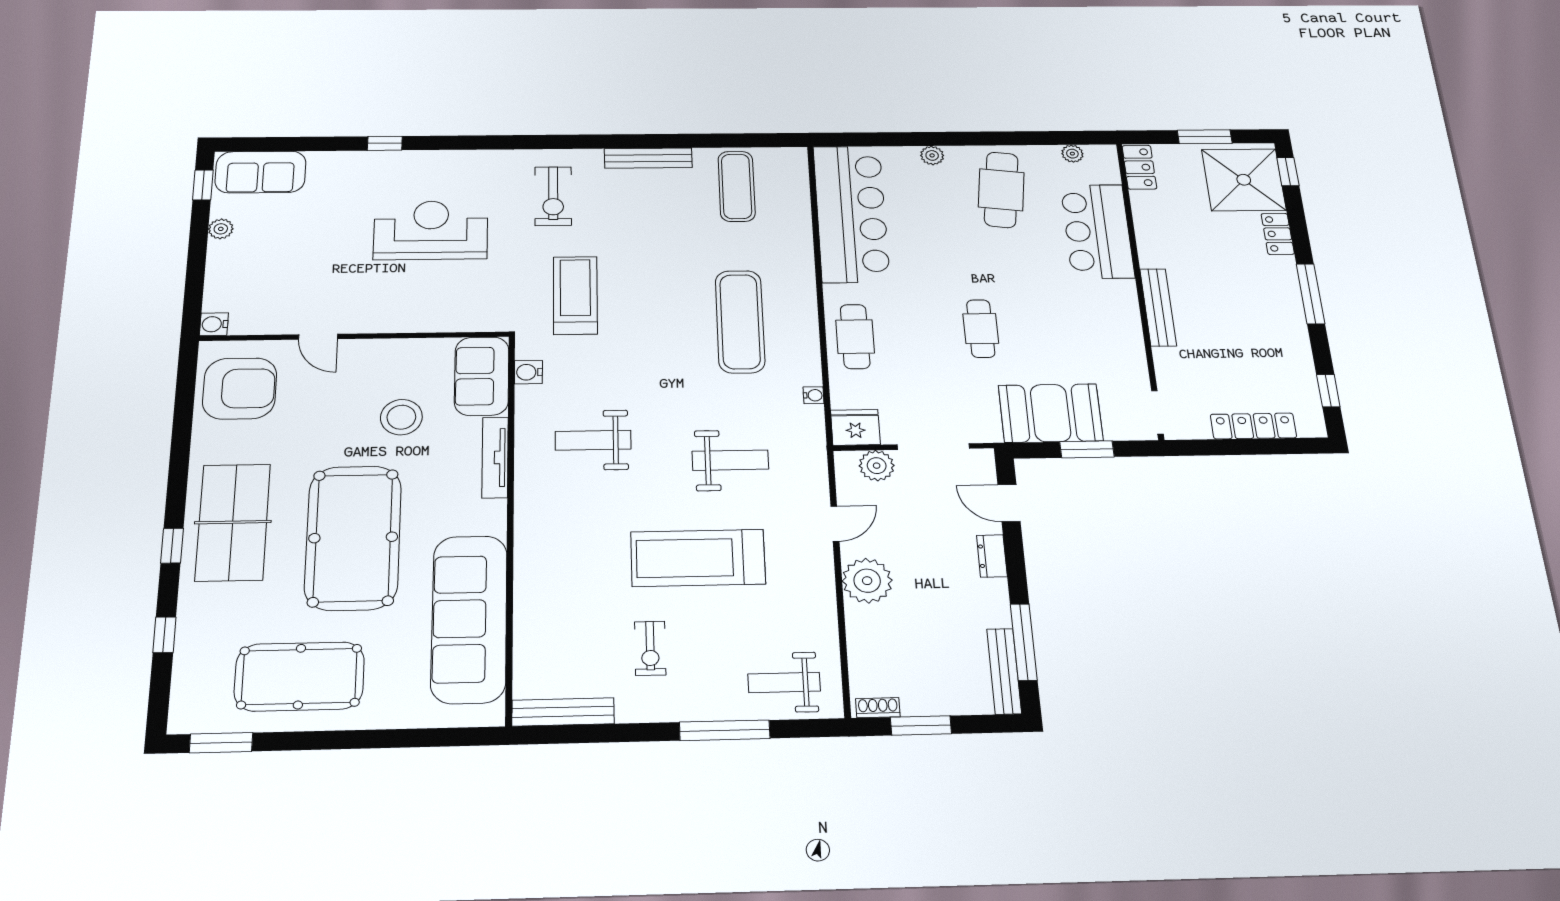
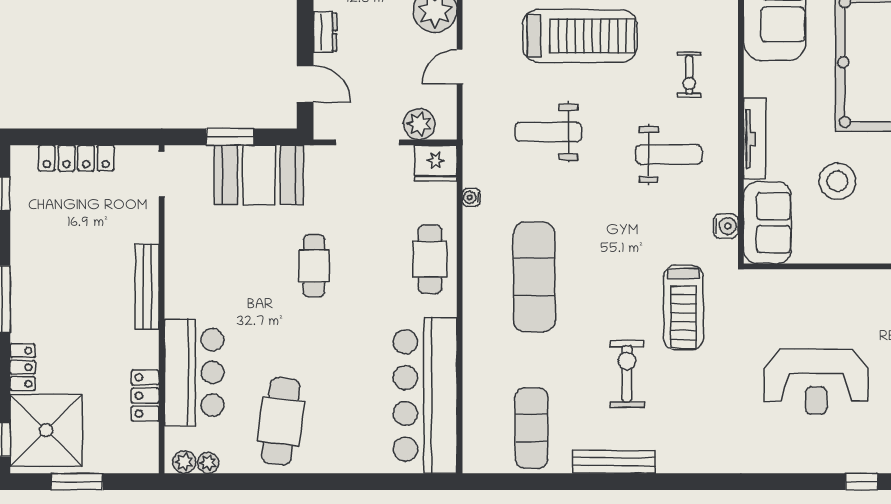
plant: (932, 155) -> (184, 462), moved
locker: (1139, 167) -> (145, 396), moved
exercise bike: (553, 196) -> (627, 374), moved
exercise bike: (570, 520) -> (689, 75), added

